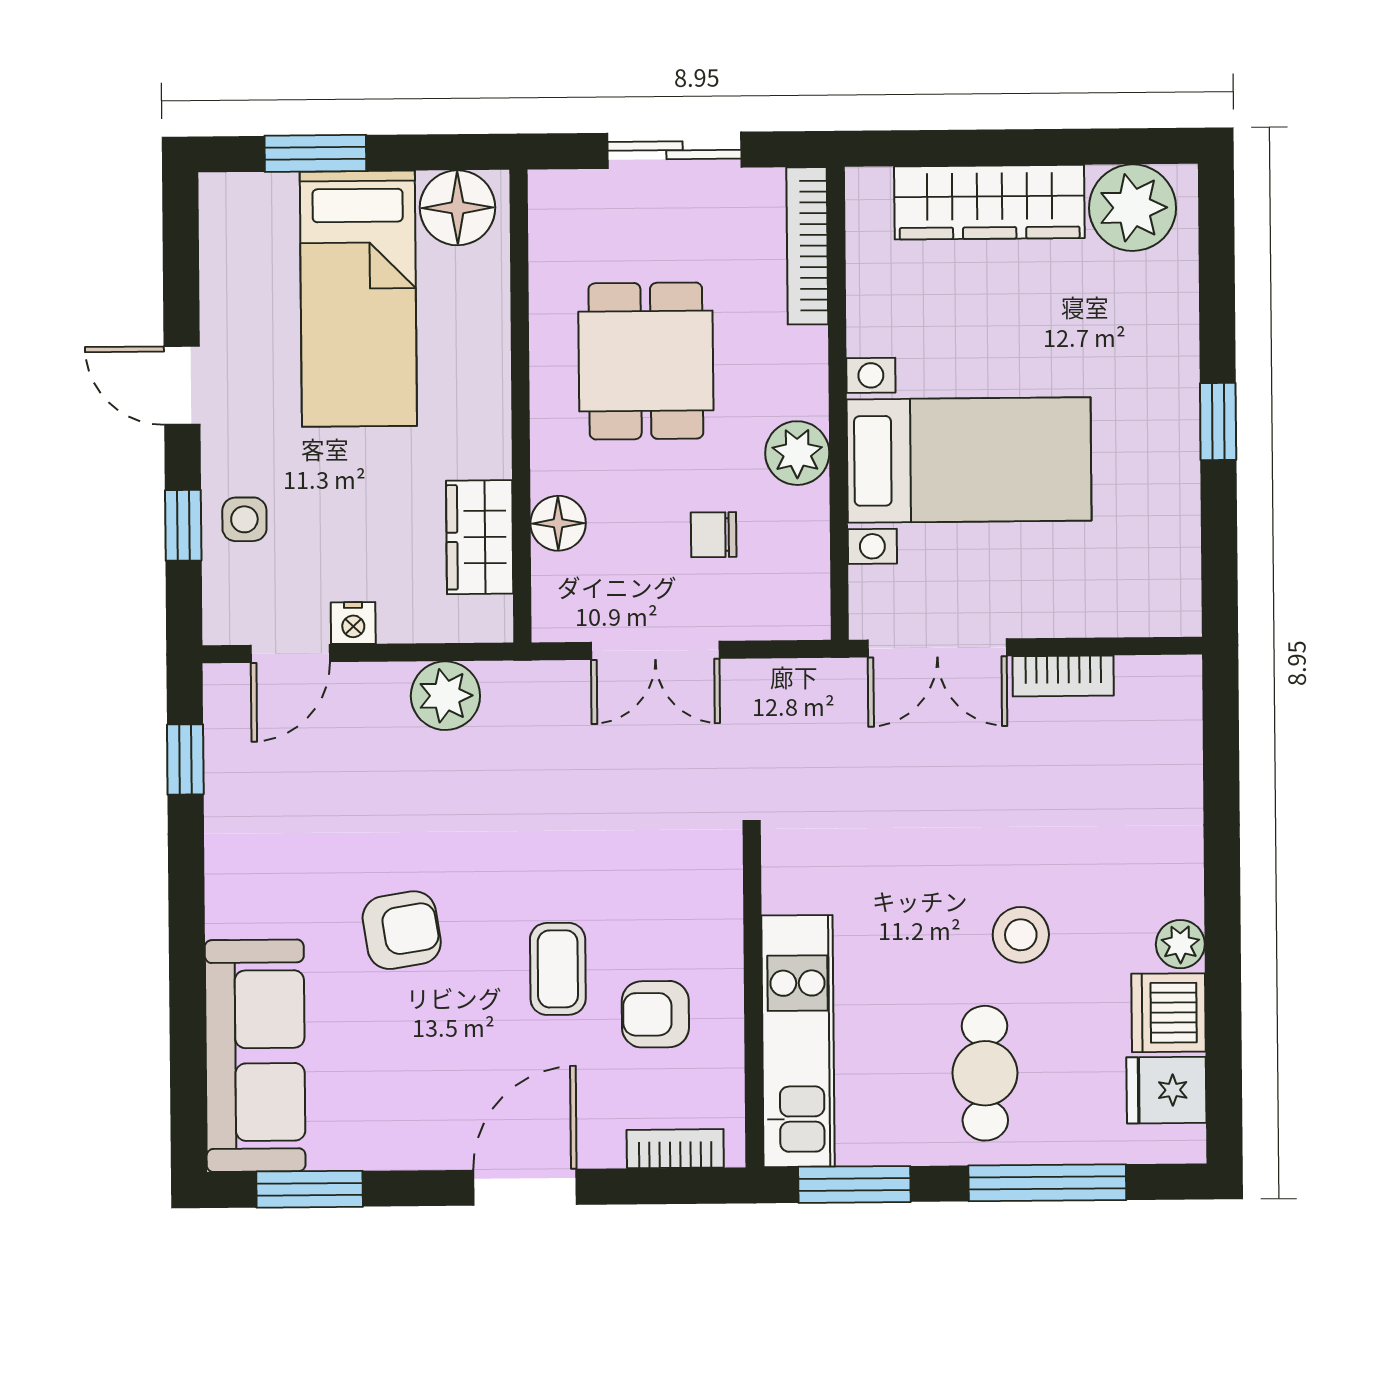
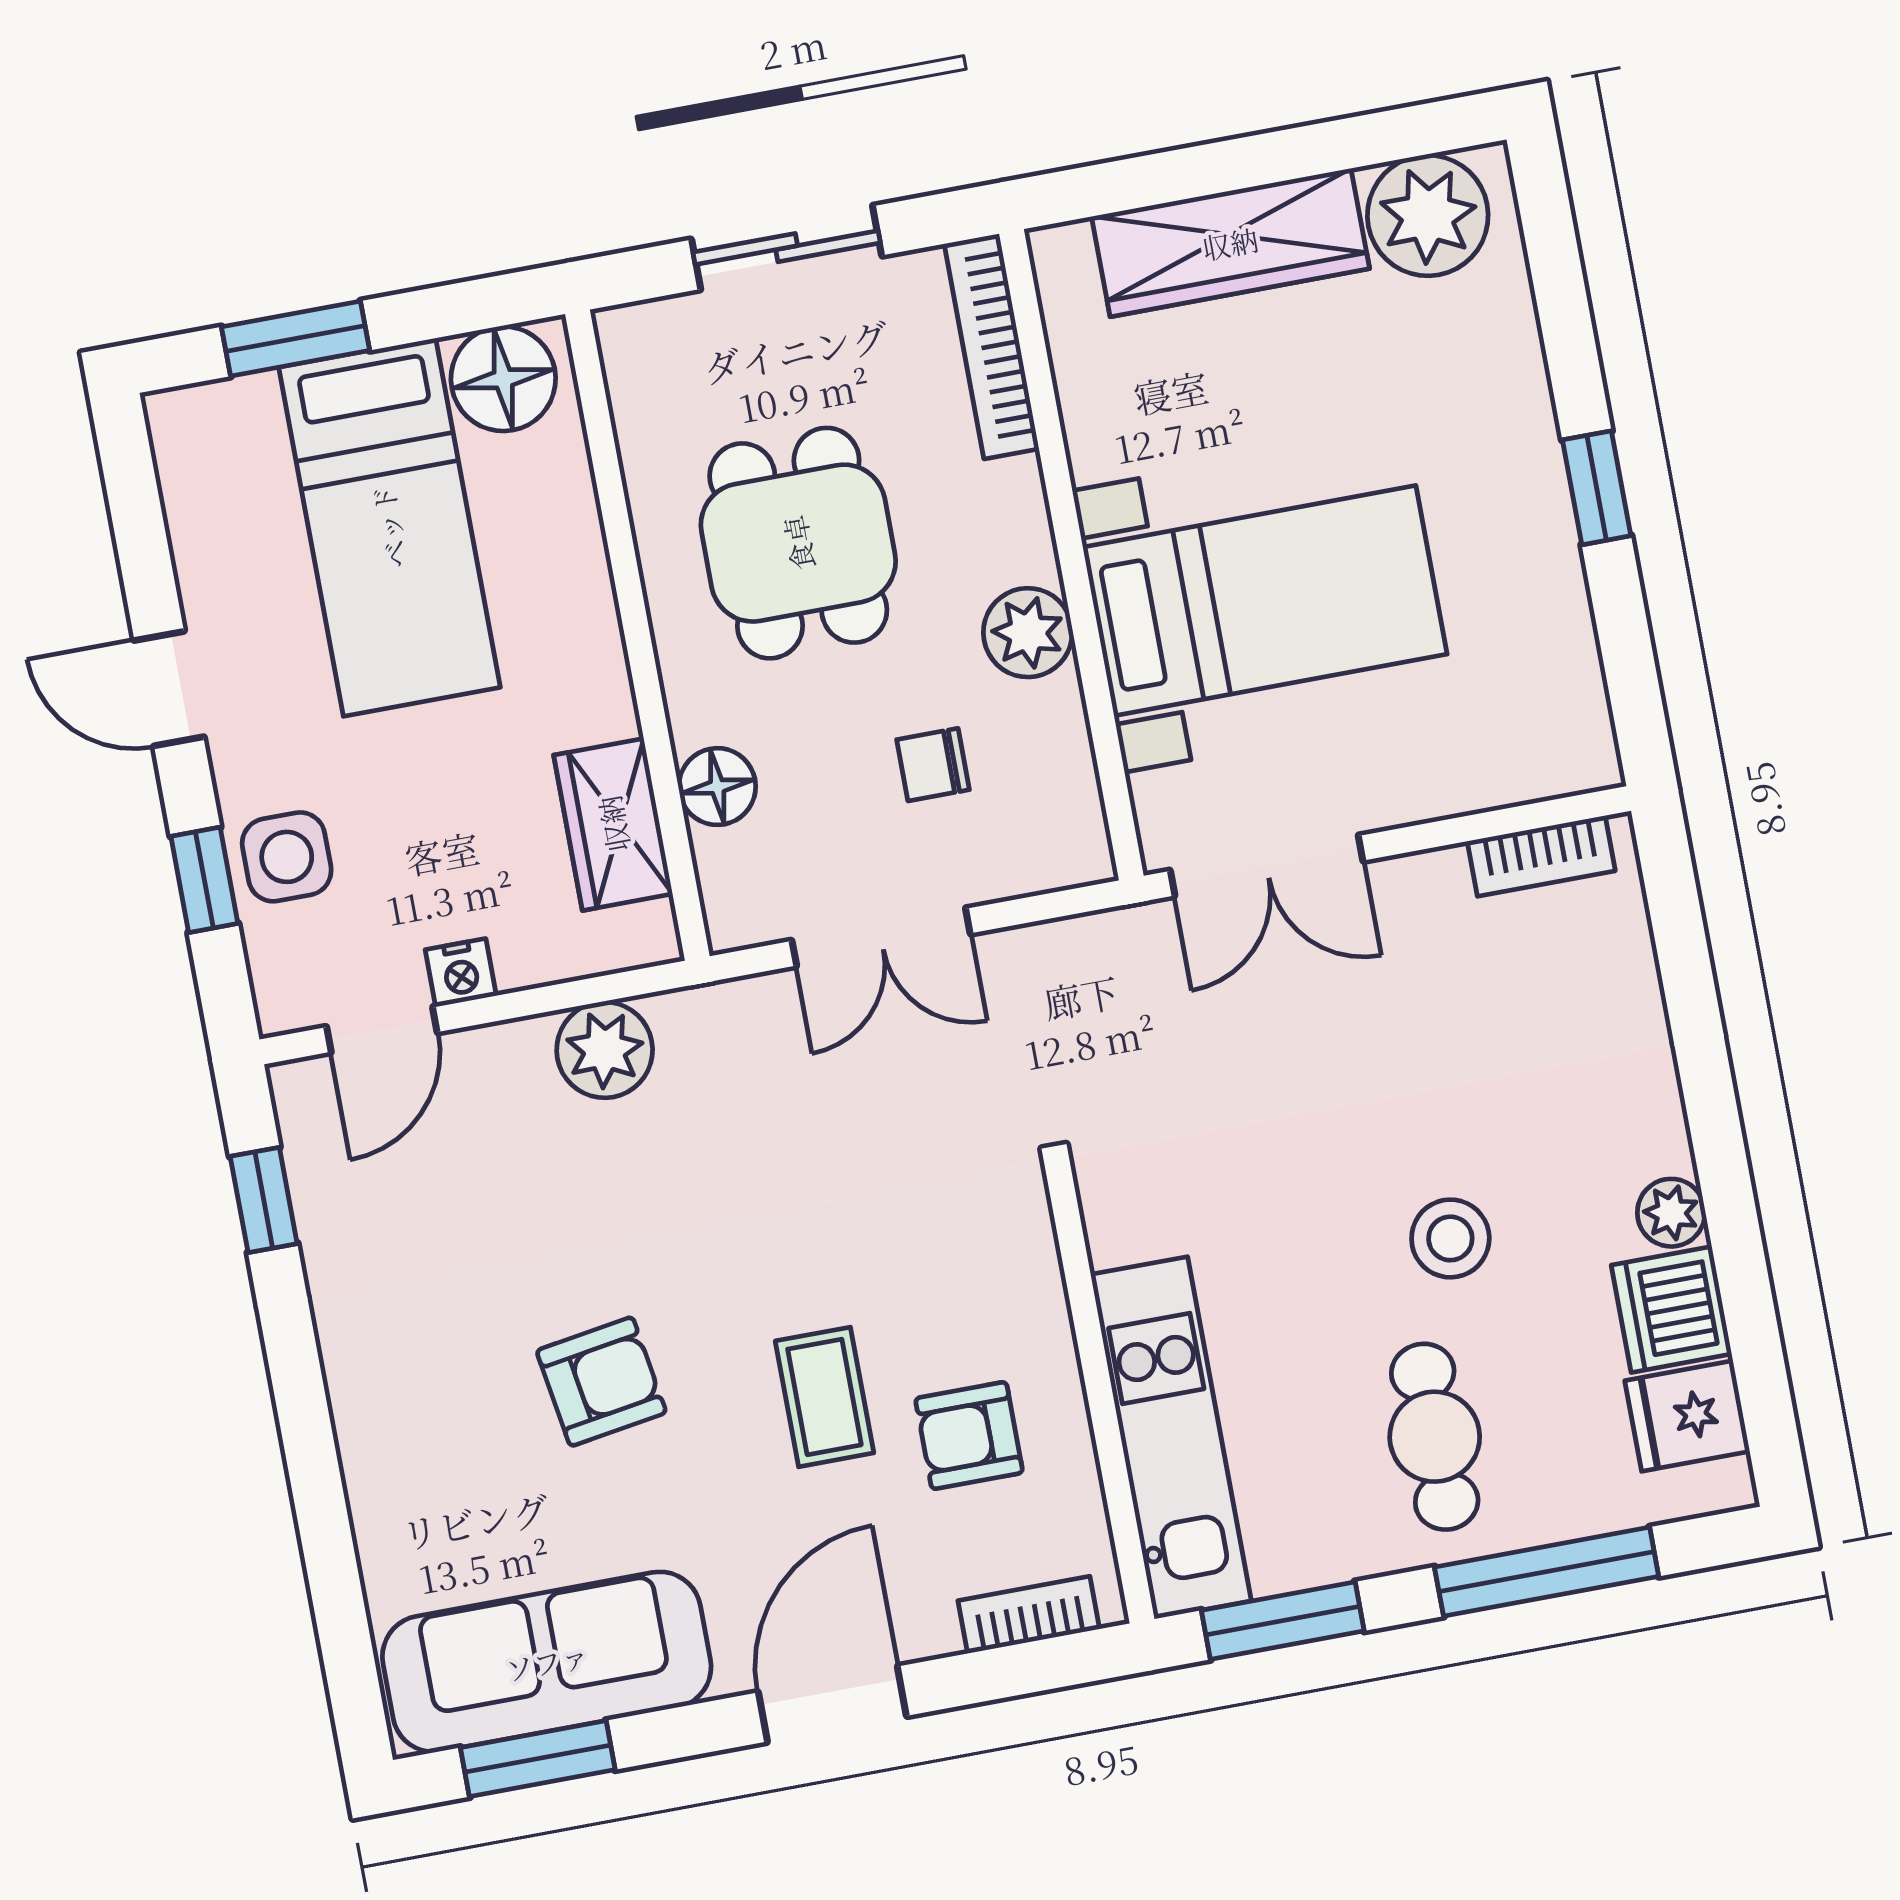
side table: (244, 519) -> (287, 857), width x1.37, depth x1.37
bookcase: (1063, 676) -> (1541, 856), moved
sofa: (255, 1056) -> (547, 1662), moved, turned -90

